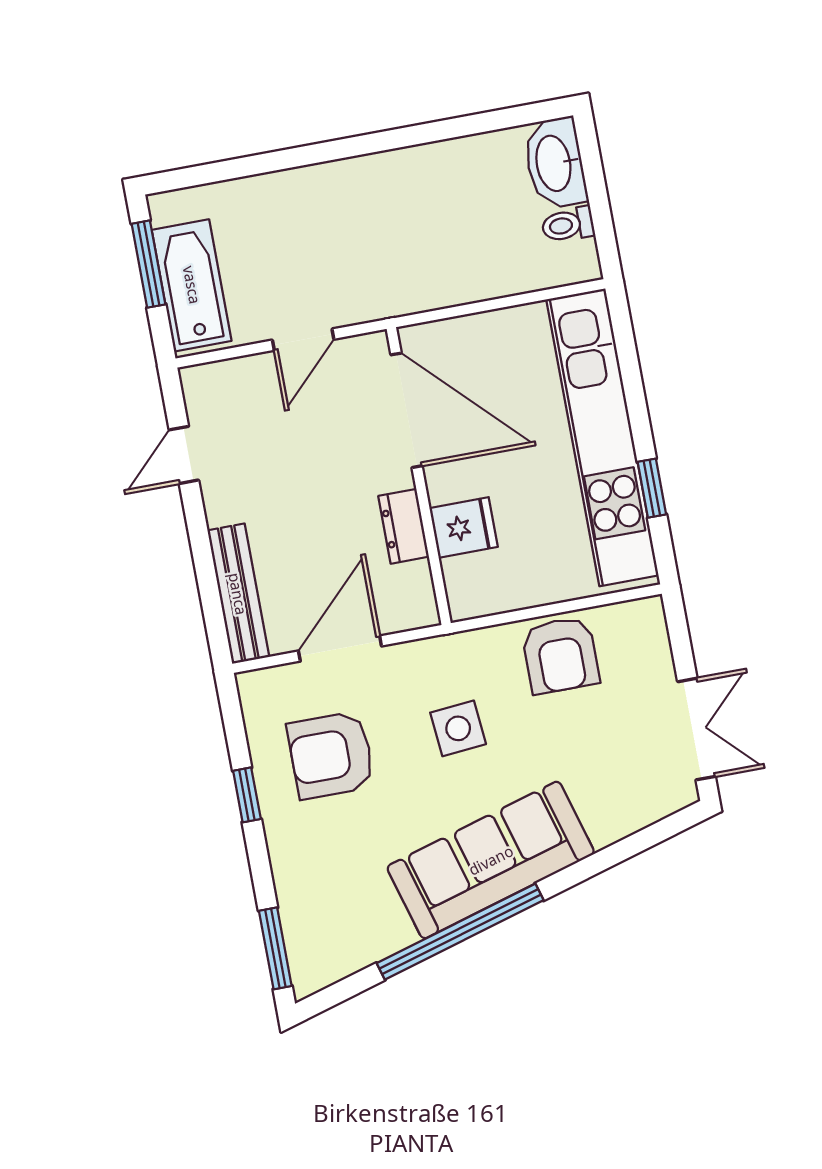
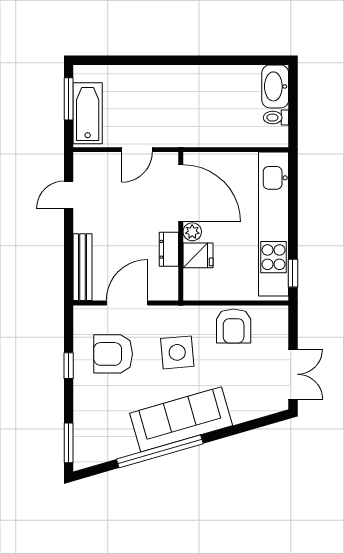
plant: (443, 483) -> (192, 232), added
window: (652, 488) -> (293, 273), moved
side table: (458, 728) -> (177, 352), width x1.37, depth x1.37

